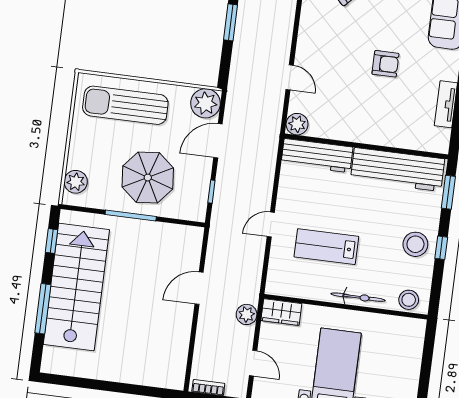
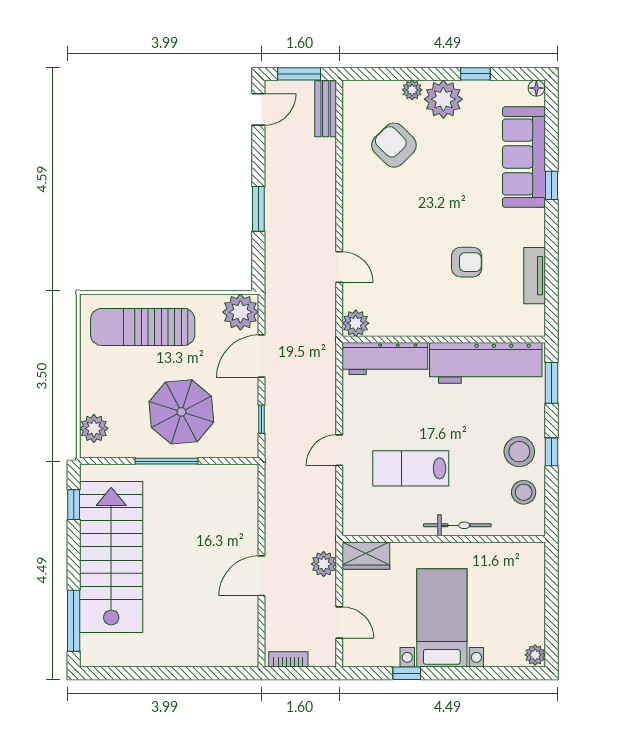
armchair: (385, 64) -> (467, 262), moved
door: (199, 288) -> (262, 576), moved
stool: (409, 300) -> (524, 492), moved
window: (43, 309) -> (74, 621), moved

